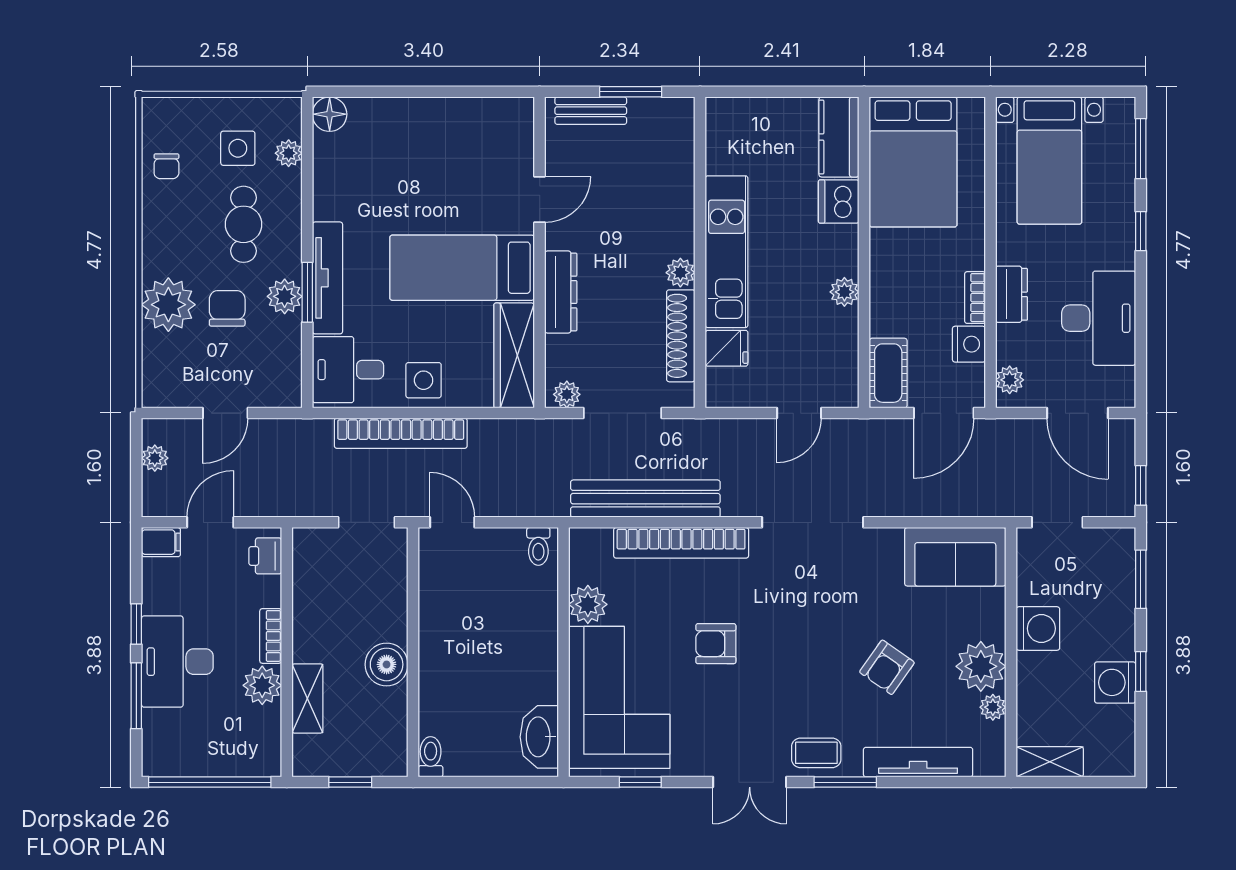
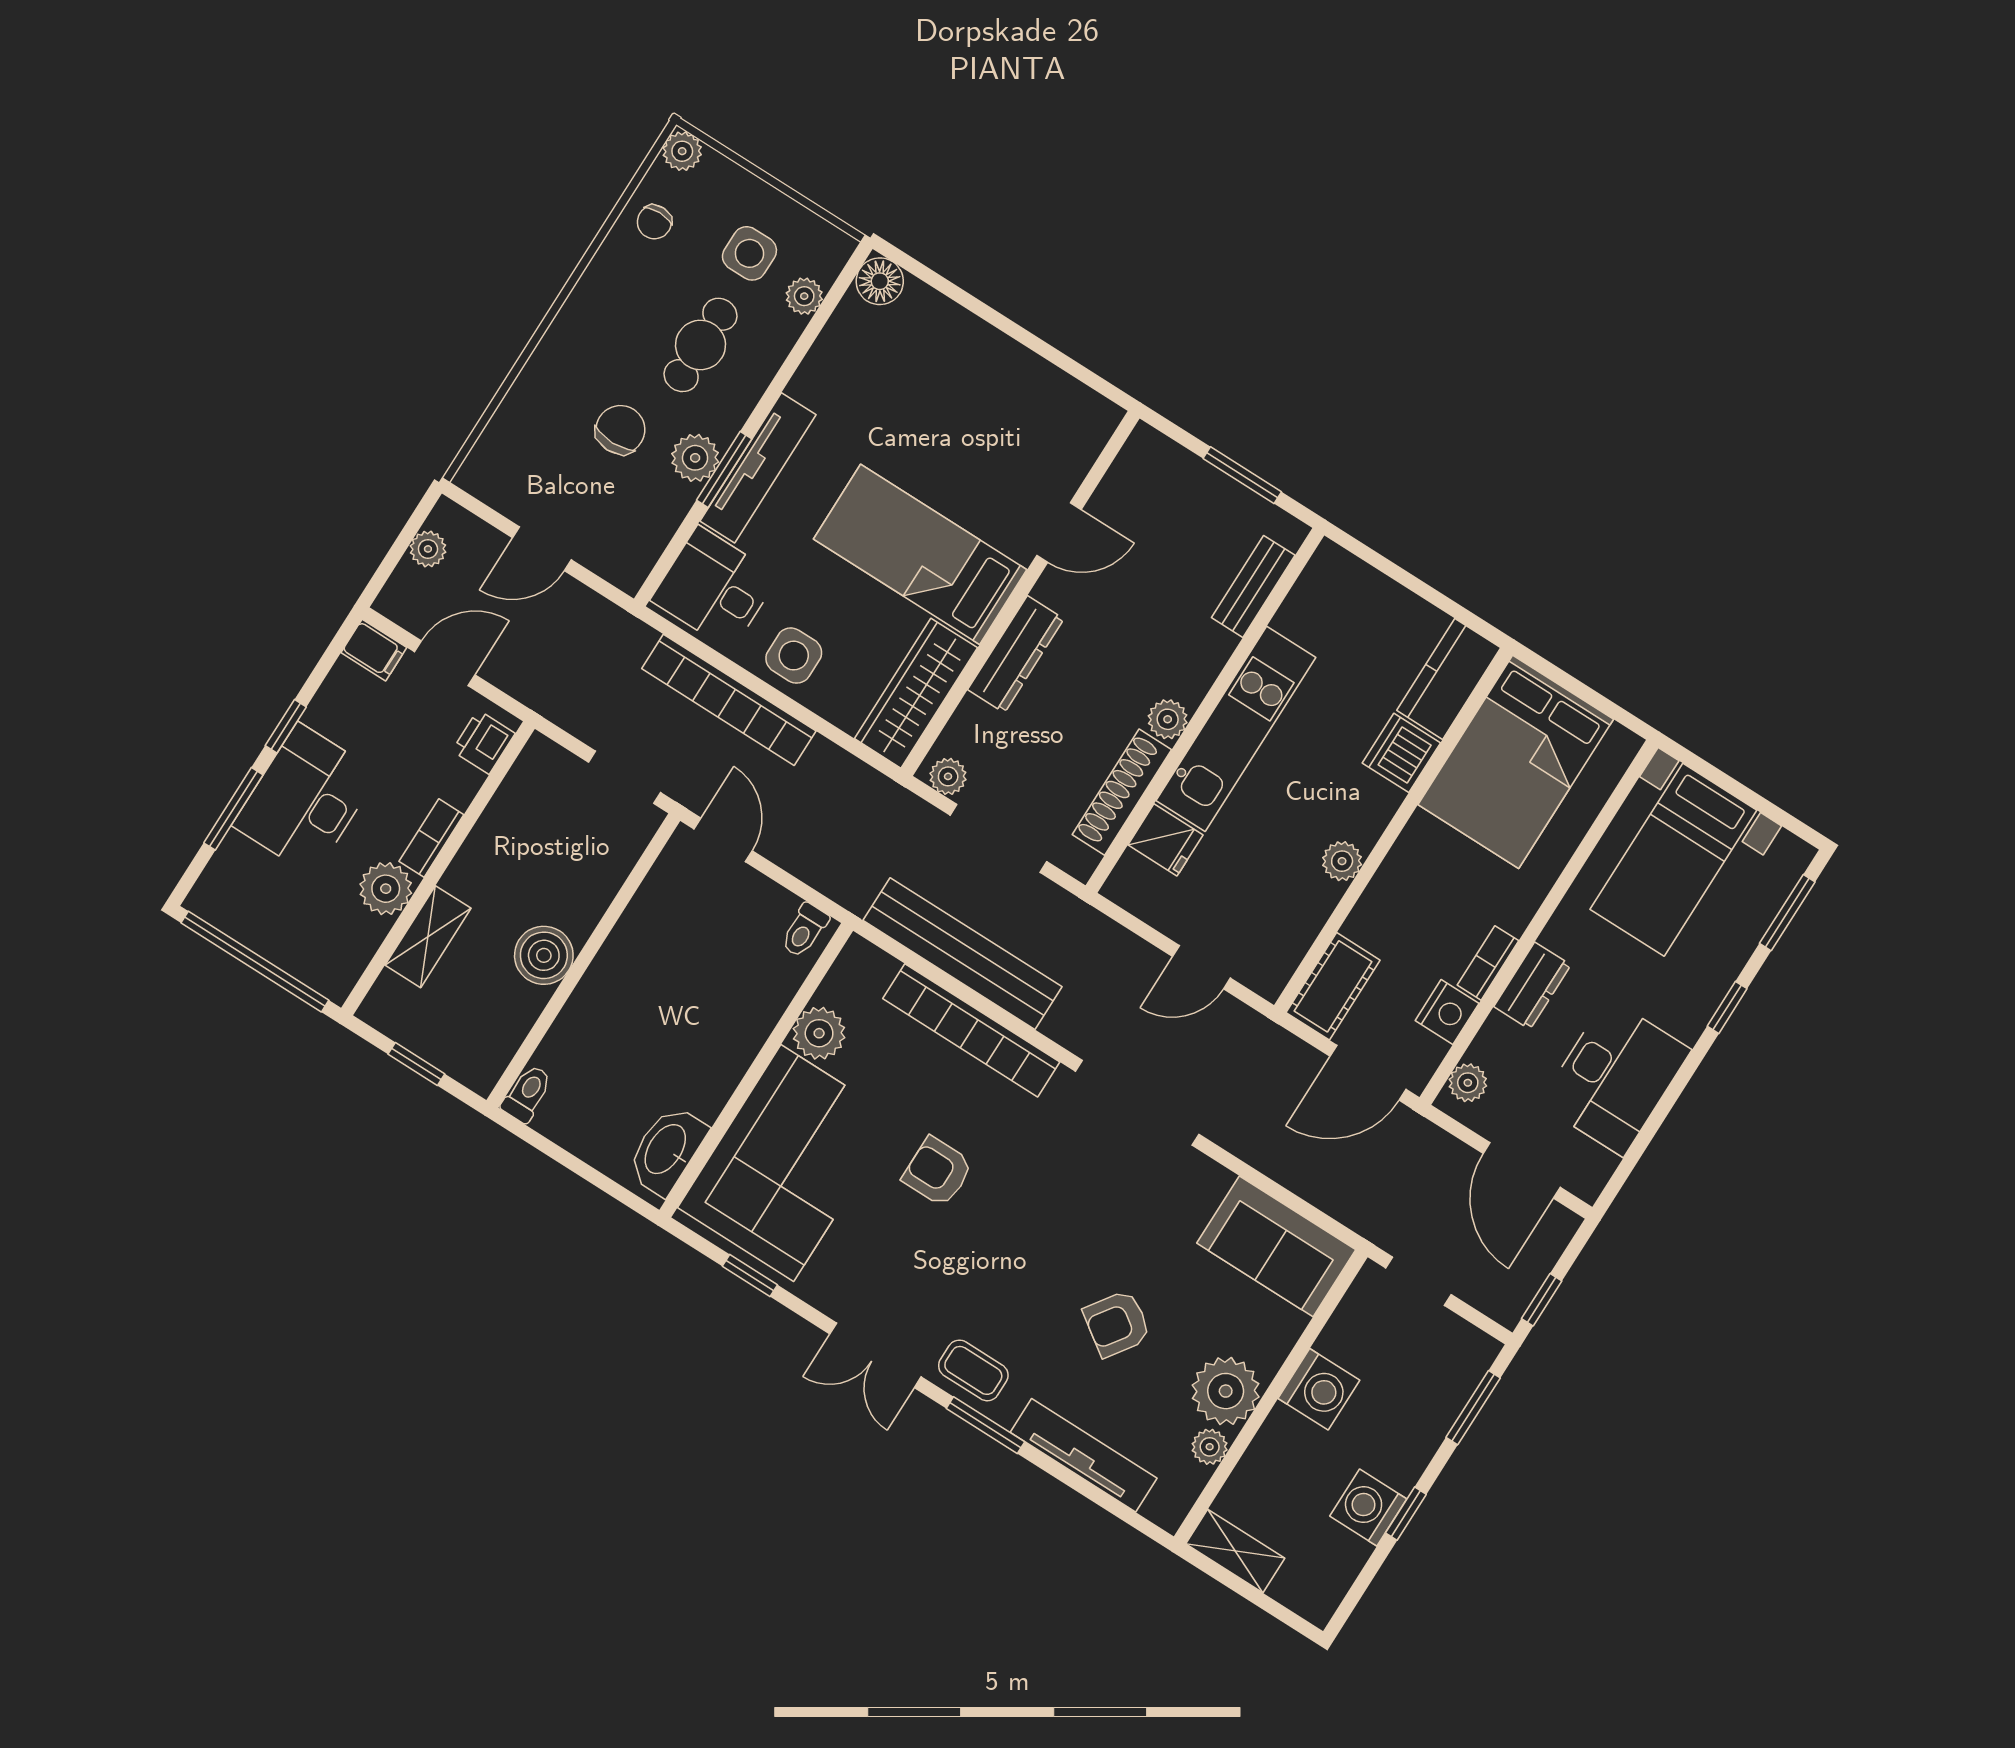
bench: (591, 111) -> (1253, 586), moved, turned 90
plant: (168, 305) -> (682, 151), moved, width x0.53, depth x0.53

